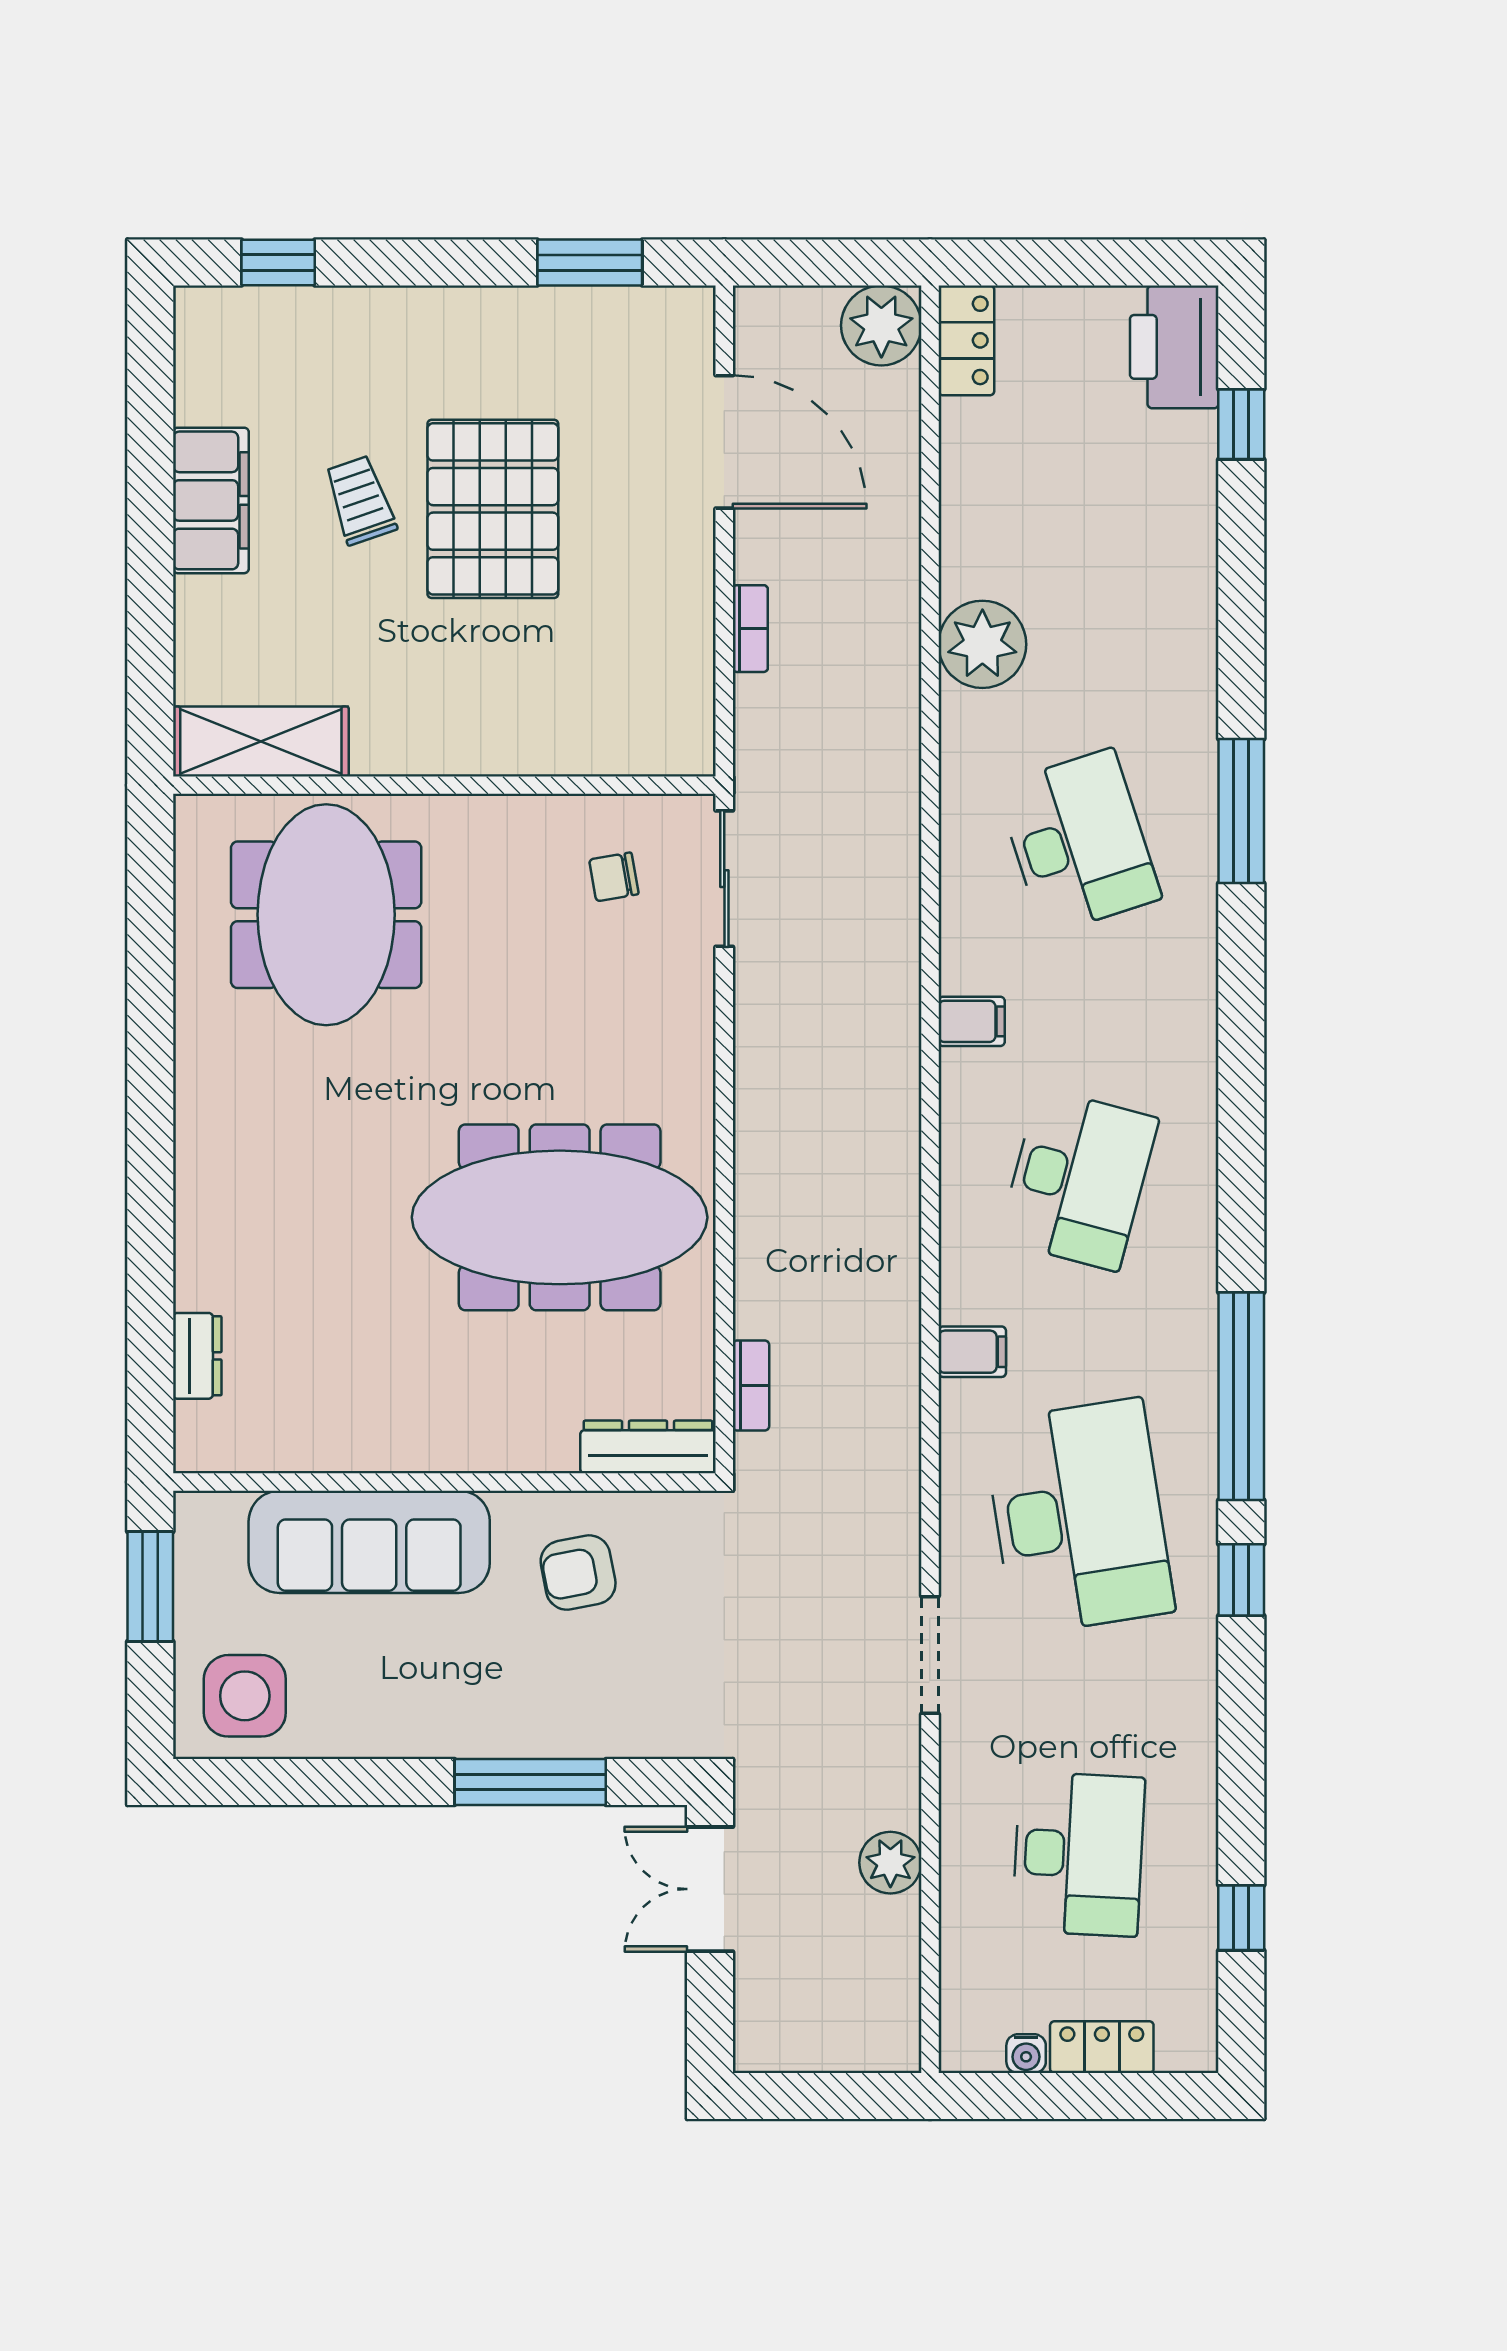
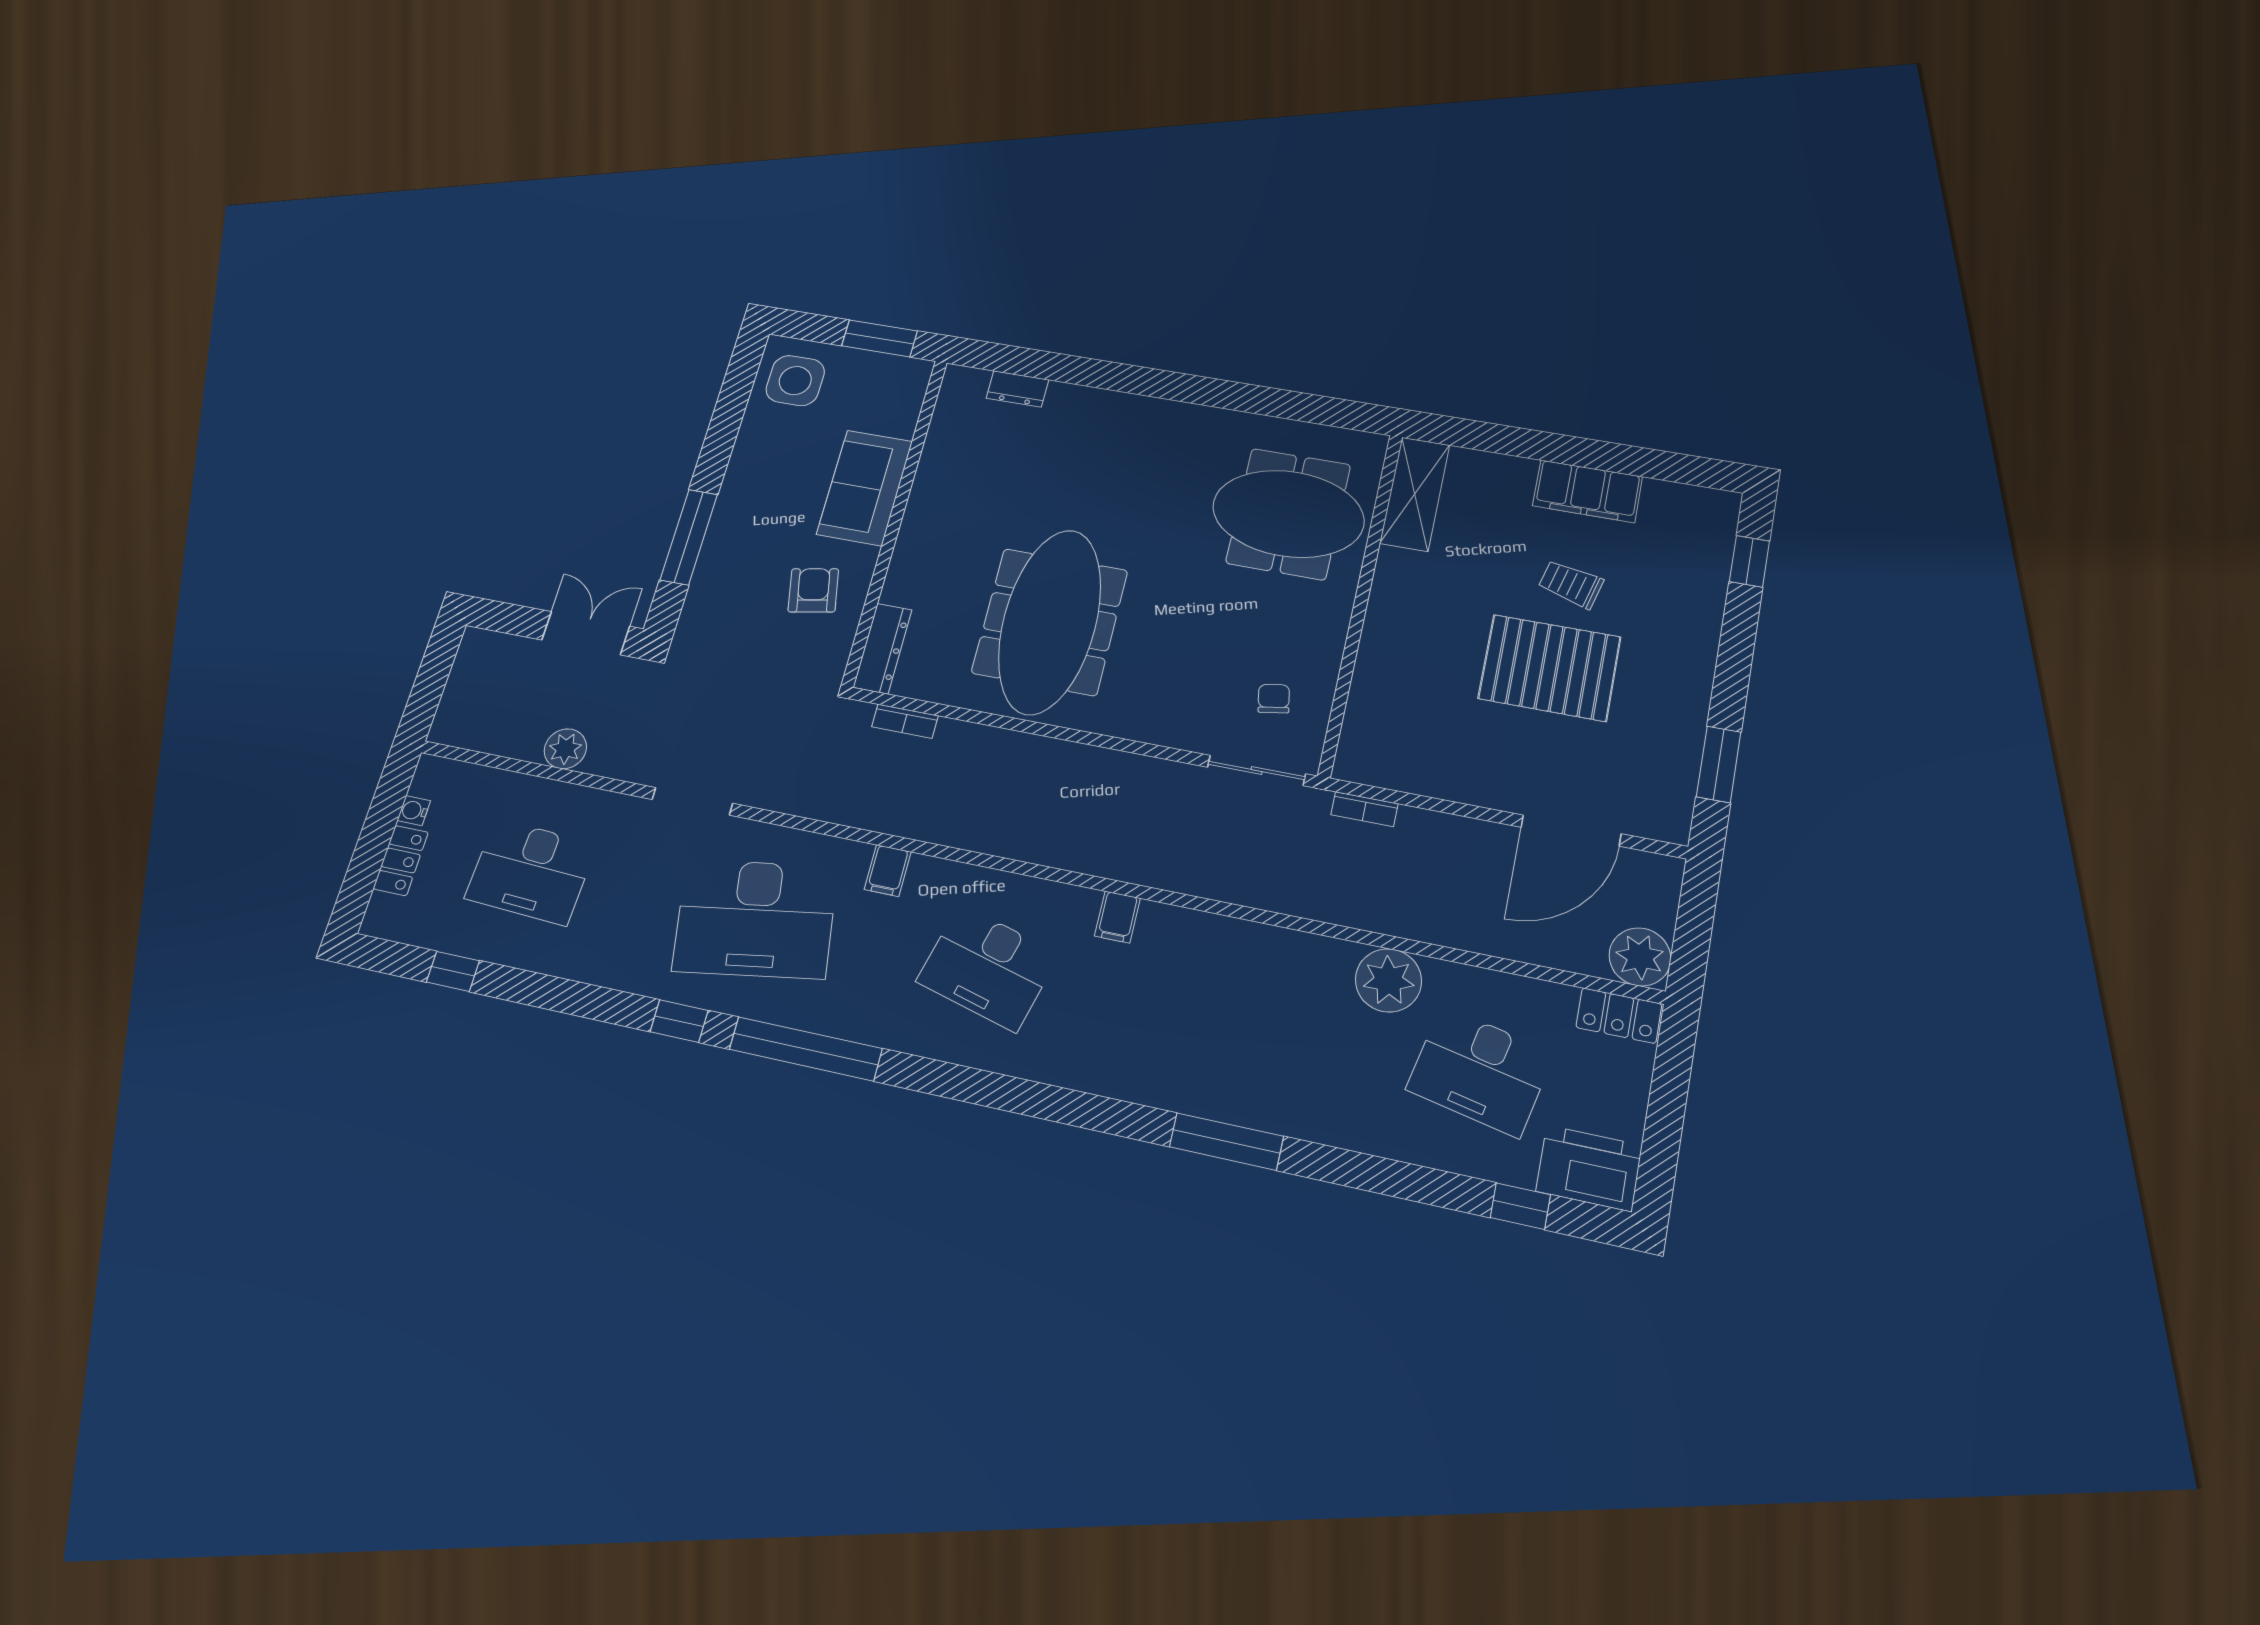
trolley: (360, 500) -> (1571, 584), turned -147
bookcase: (750, 629) -> (1364, 809), moved
desk: (1078, 842) -> (1480, 1071), moved, turned 30
sofa: (369, 1542) -> (865, 488), width x0.73

